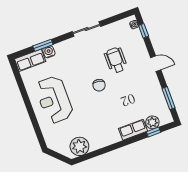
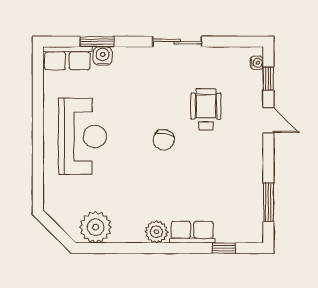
door: (156, 64) -> (268, 120), moved
reception desk: (54, 100) -> (83, 136), turned 180
plant: (152, 122) -> (156, 232), moved

